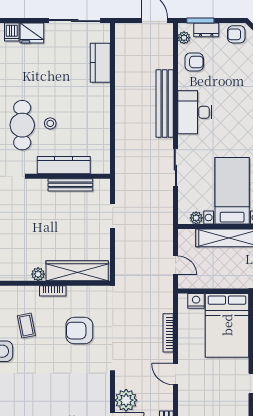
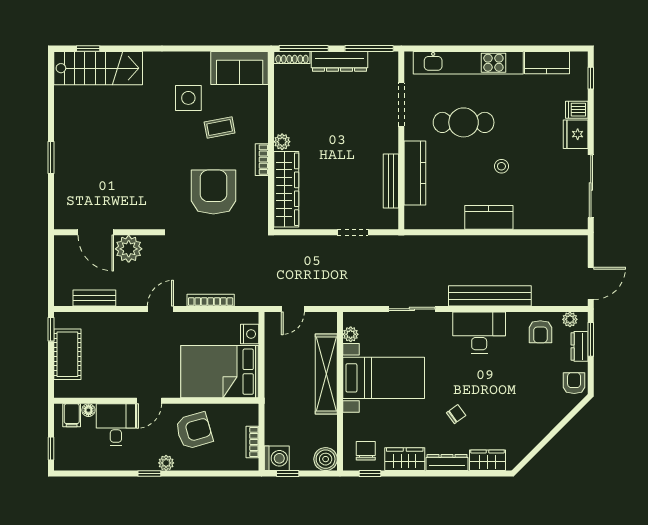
kitchen counter: (100, 63) -> (489, 217), moved
stool: (50, 123) -> (501, 166), moved
armchair: (79, 331) -> (213, 192), width x1.36, depth x1.36

